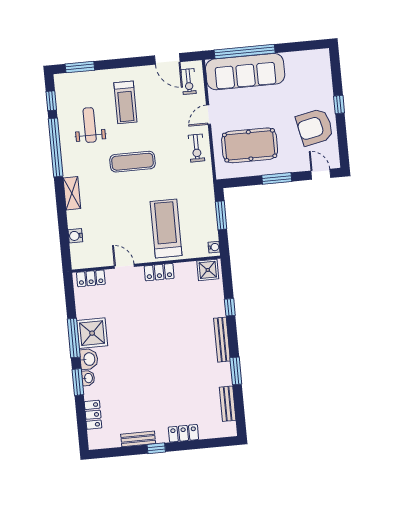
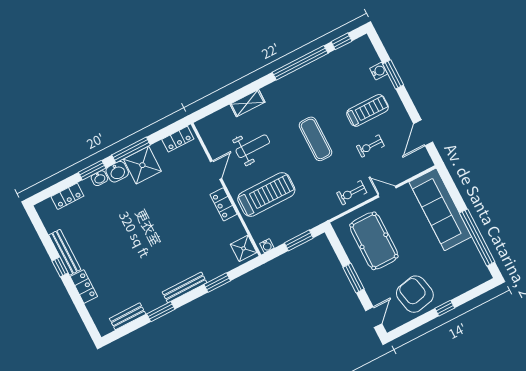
window: (245, 51) -> (477, 237), moved
window: (80, 67) -> (393, 74), moved
exercise bike: (189, 82) -> (370, 146), moved
treadmill: (125, 102) -> (367, 110), turned 180
weight bench: (90, 125) -> (253, 146), moved
shelving: (72, 193) -> (247, 103), moved
water cooler: (75, 236) -> (379, 71), moved, turned 90
locker: (91, 278) -> (178, 139), moved, turned -90
window: (230, 307) -> (217, 283), width x1.50
bench: (138, 439) -> (65, 252), width x1.36

